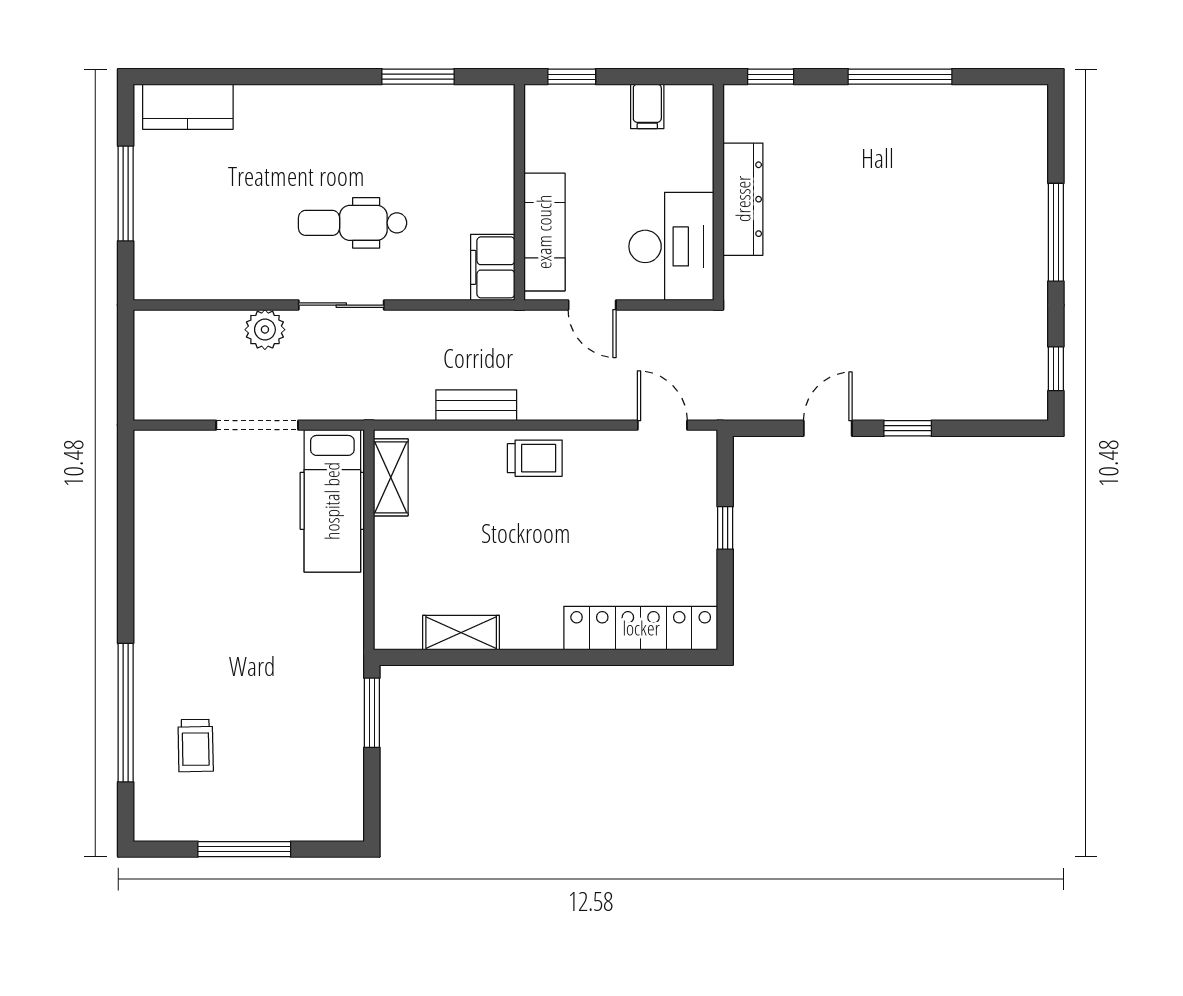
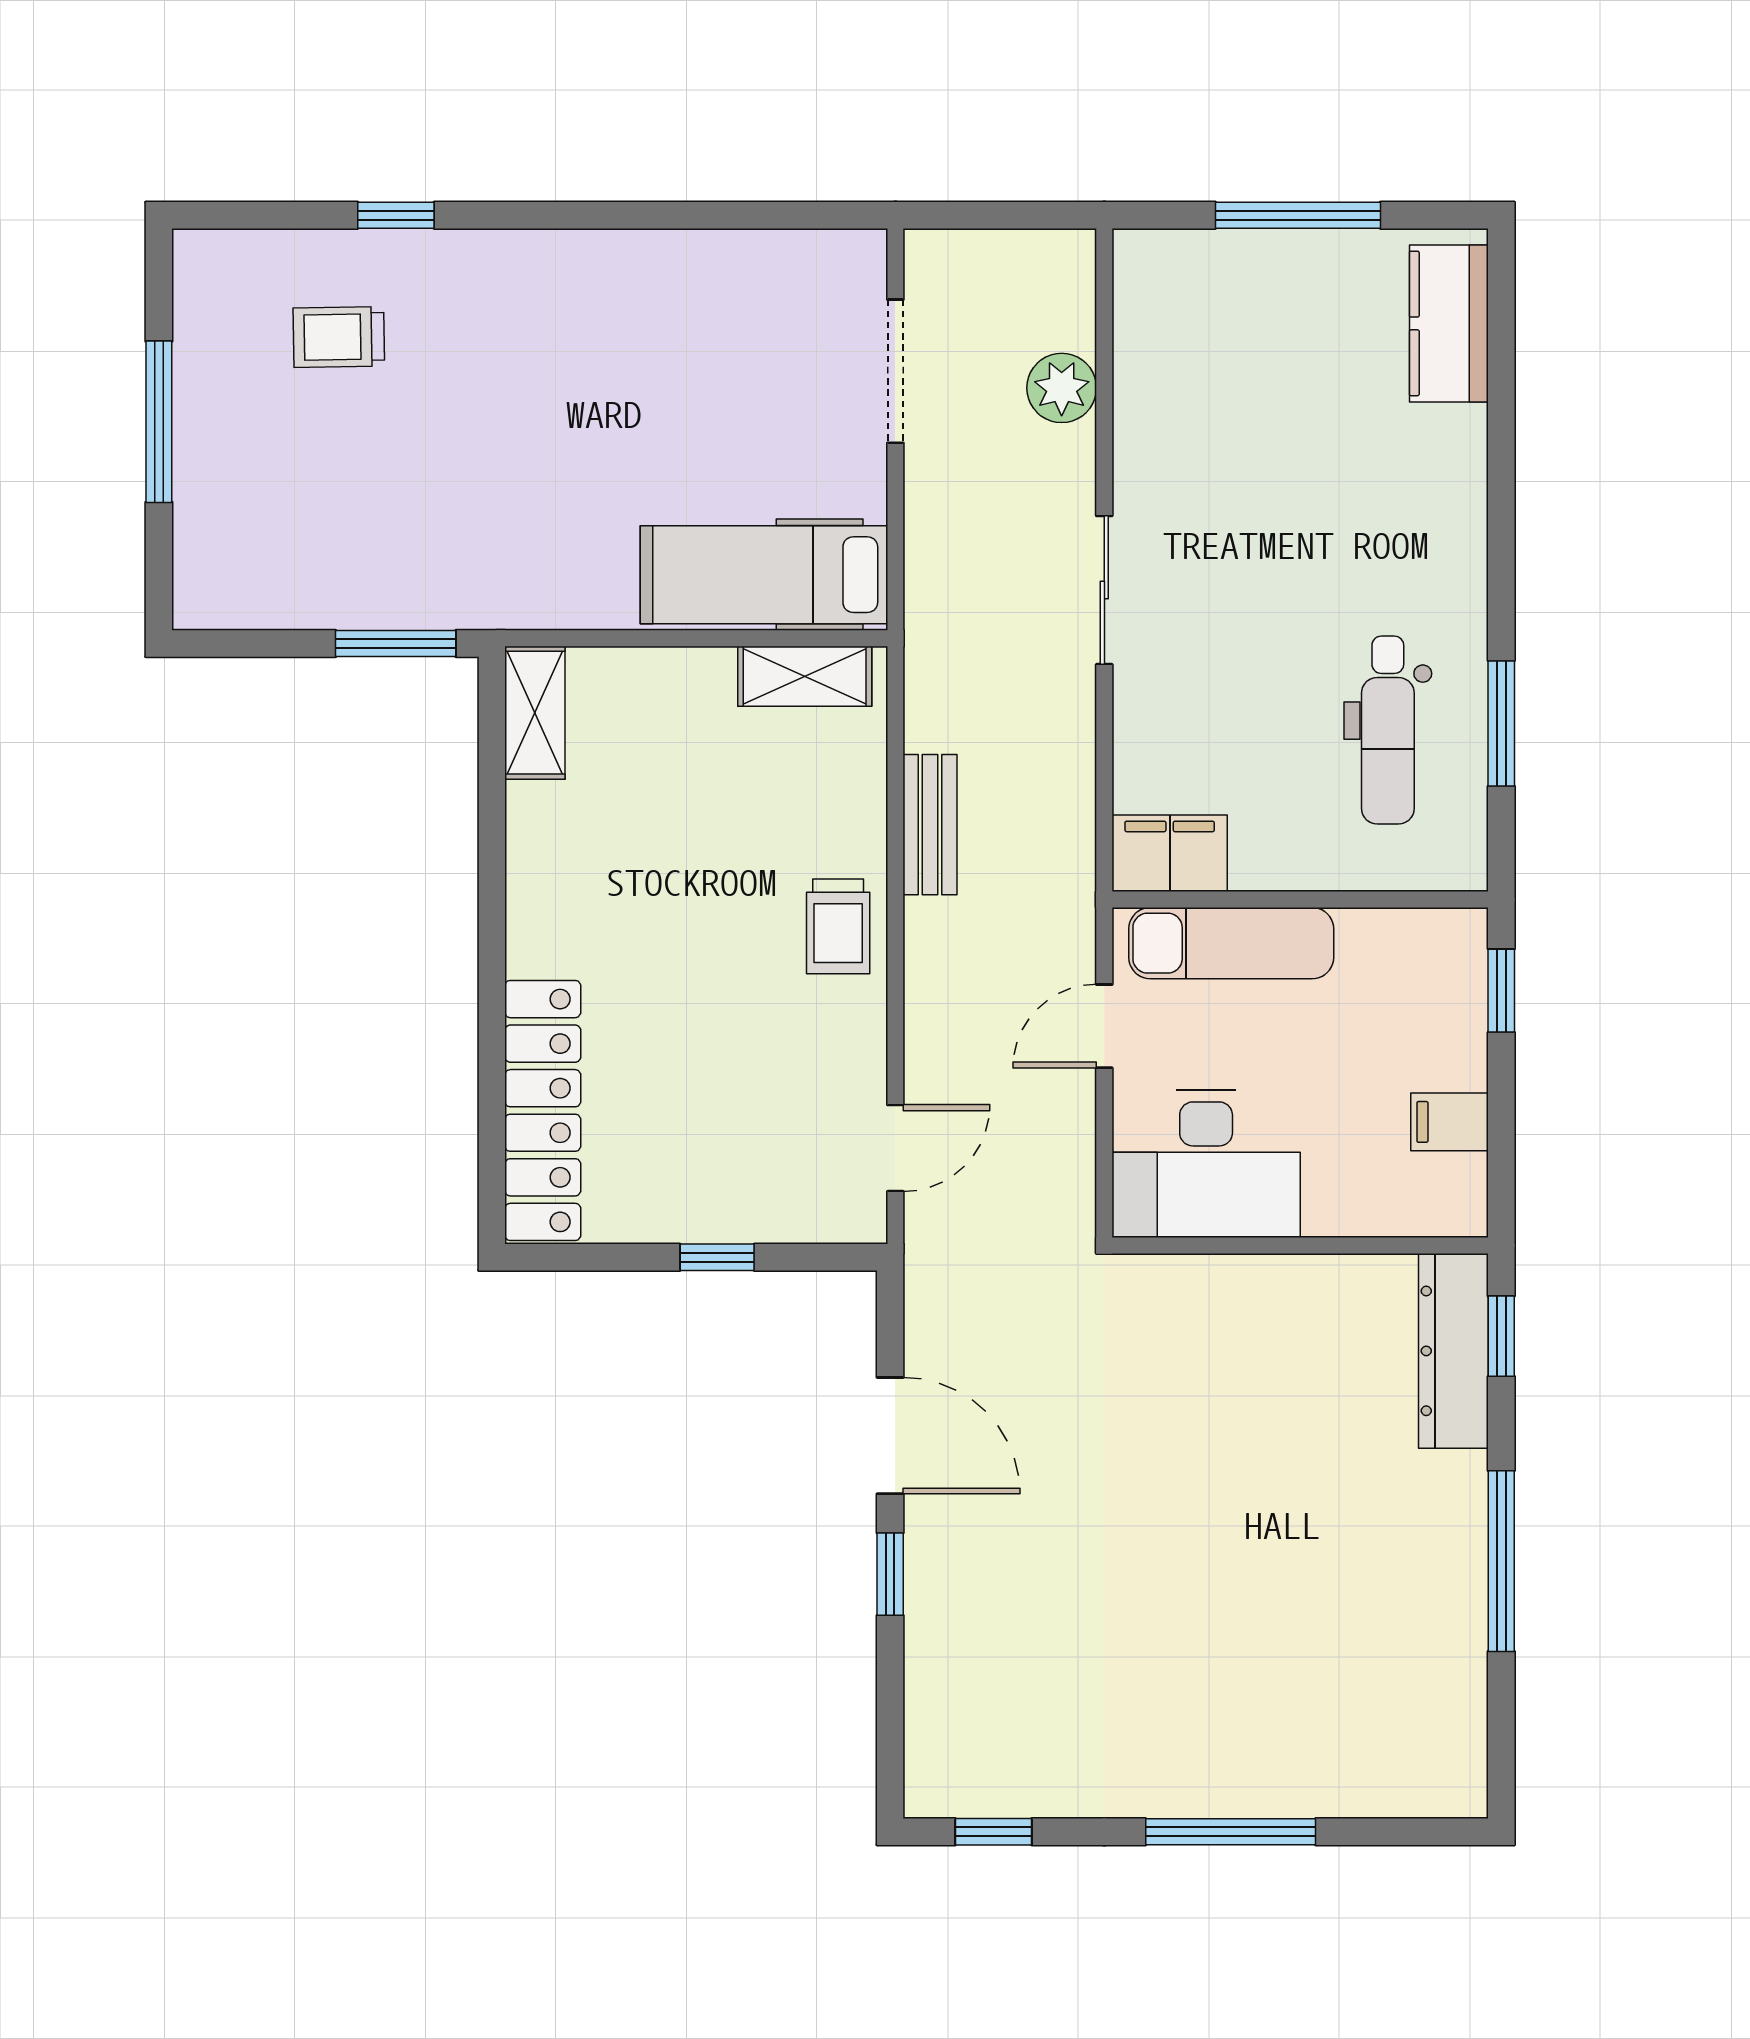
dresser: (743, 199) -> (1453, 1351), moved, turned 90
dental chair: (353, 223) -> (1388, 730), moved, turned 180
plant: (265, 330) -> (1062, 388), moved
doorway: (257, 425) -> (895, 371), moved
door: (828, 428) -> (890, 1436), width x1.38
shelving: (461, 633) -> (535, 713), moved
window: (126, 713) -> (396, 215), width x0.32

